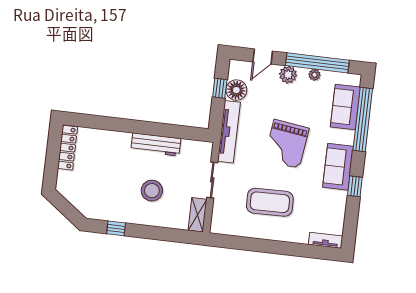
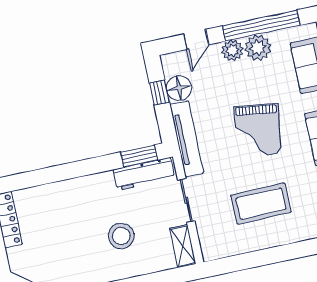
plant: (314, 75) -> (258, 48), width x1.87, depth x1.87
window: (187, 133) -> (139, 156), added
workbench: (156, 144) -> (144, 174), moved

